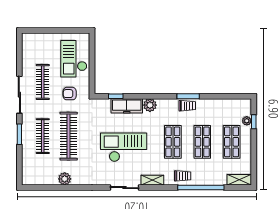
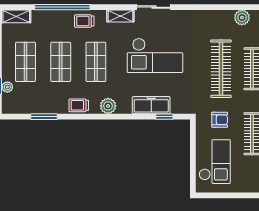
window: (188, 96) -> (44, 117), moved
plant: (150, 105) -> (108, 106), moved
plant: (65, 179) -> (242, 18), moved

